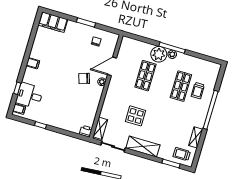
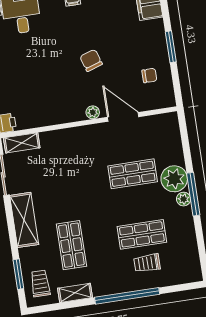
chair: (84, 79) -> (91, 60), moved
display table: (136, 116) -> (65, 187), removed
shop shelf: (169, 127) -> (71, 245), added

